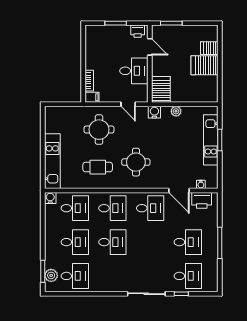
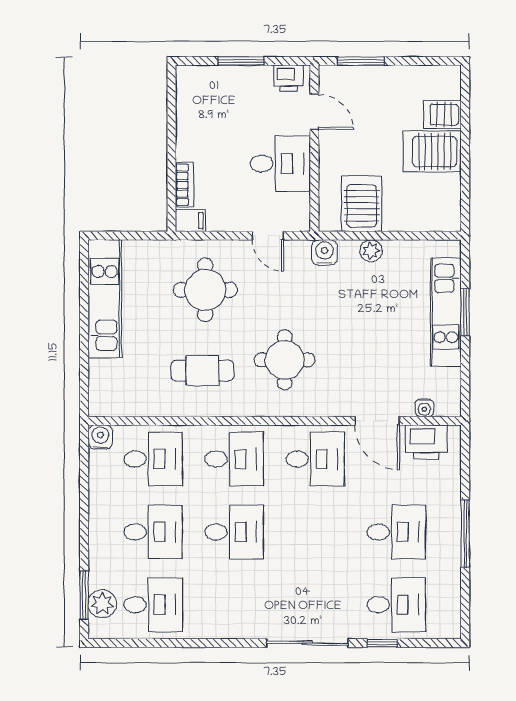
server rack: (161, 89) -> (362, 204), moved
kitchen unit: (52, 161) -> (105, 299), moved

